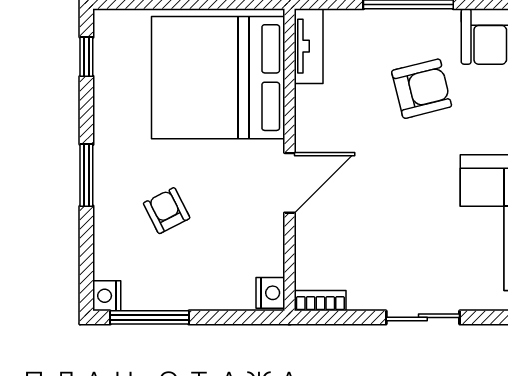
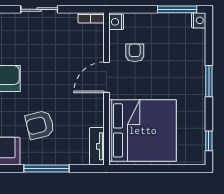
armchair: (167, 211) -> (135, 53), moved, turned -153

